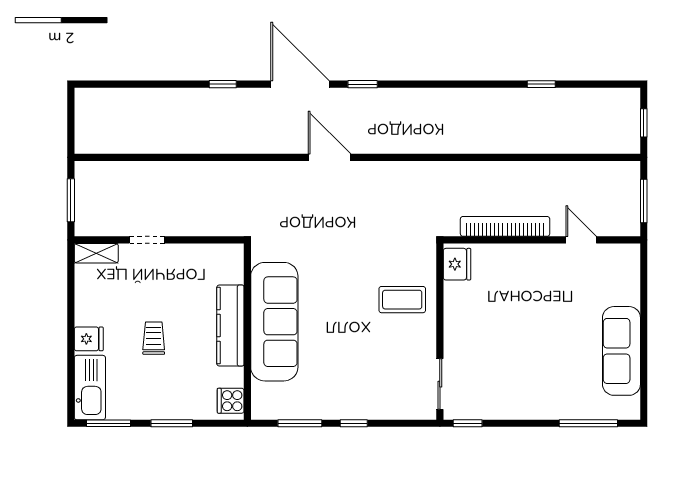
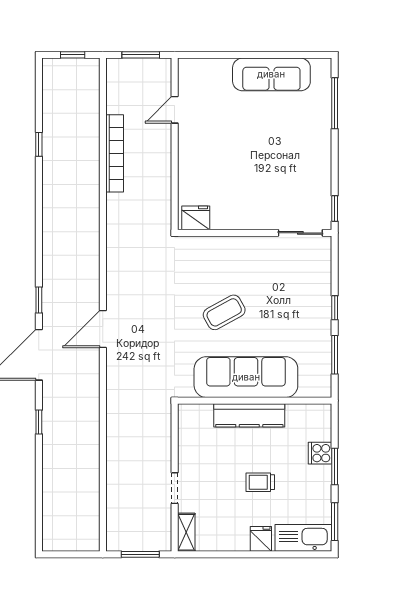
bookcase: (505, 226) -> (115, 153), moved, turned 180
coffee table: (402, 300) -> (224, 312), moved, turned 61
cooker: (231, 401) -> (320, 453), moved, turned 90

